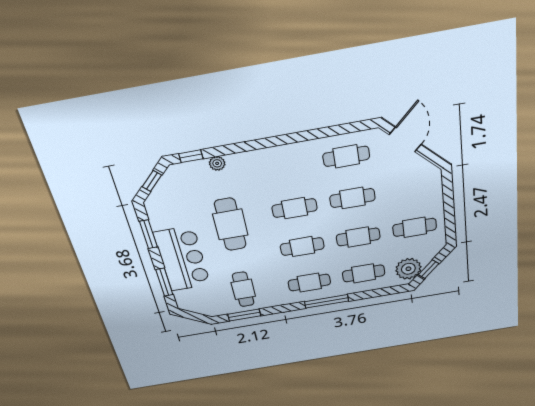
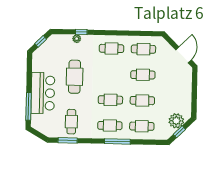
door: (405, 139) -> (184, 55), moved
window: (191, 156) -> (81, 32), moved
cafe table: (294, 208) -> (111, 48), moved
cafe table: (415, 227) -> (174, 101), removed
window: (148, 234) -> (29, 73), removed
plant: (408, 269) -> (176, 121), moved
window: (164, 282) -> (29, 106), width x1.44

